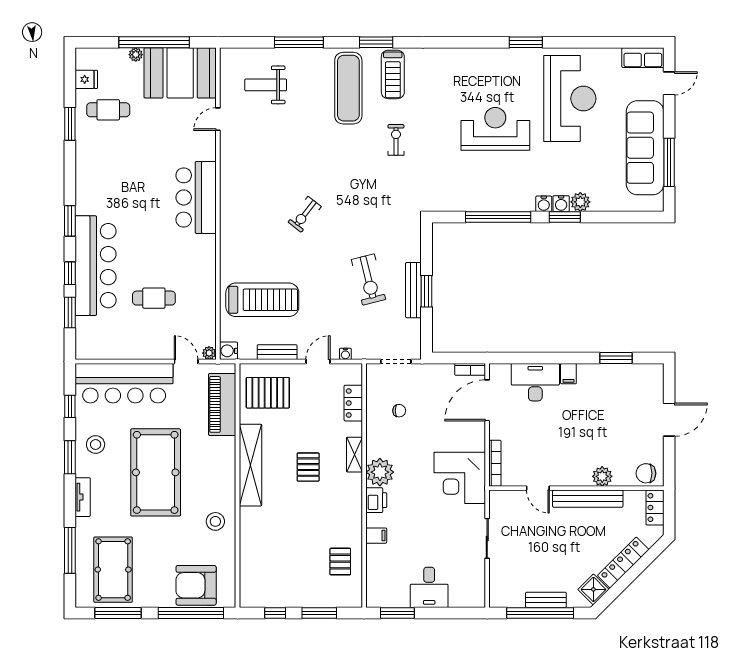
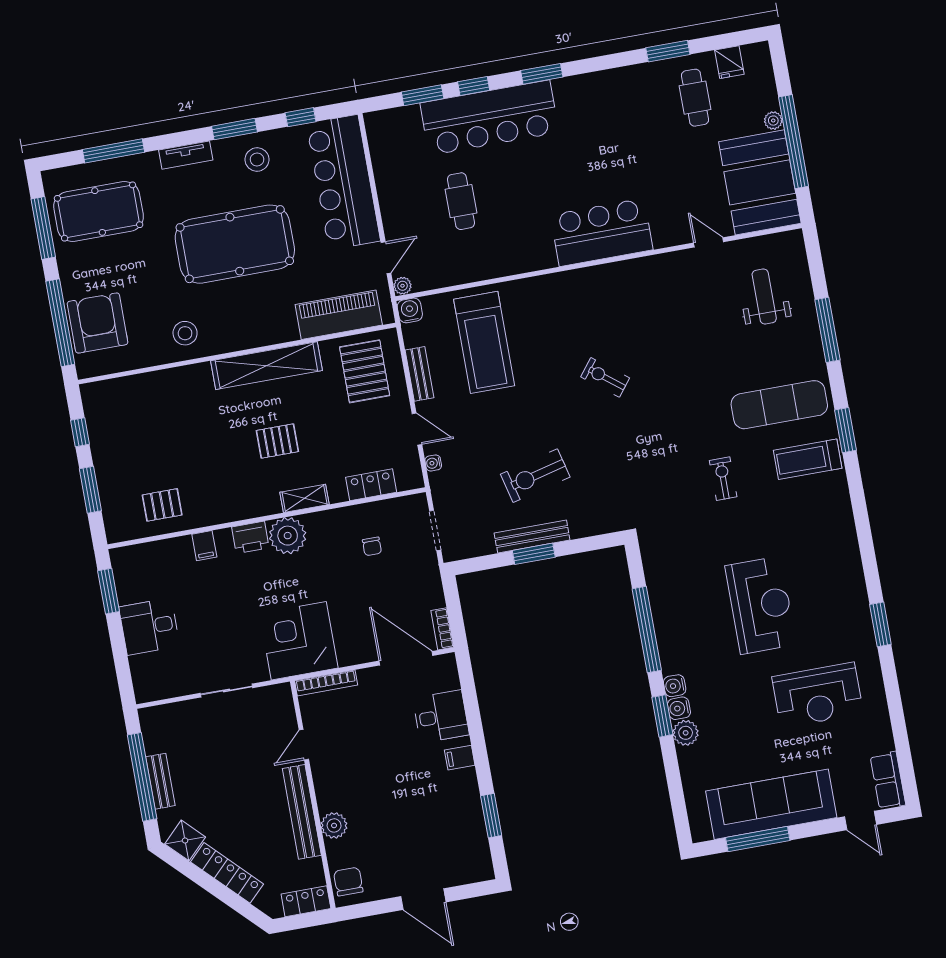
reception desk: (570, 99) -> (818, 695), width x0.74, depth x0.77
exercise bike: (396, 140) -> (723, 479), turned -90
desk: (535, 382) -> (441, 716), width x0.73

